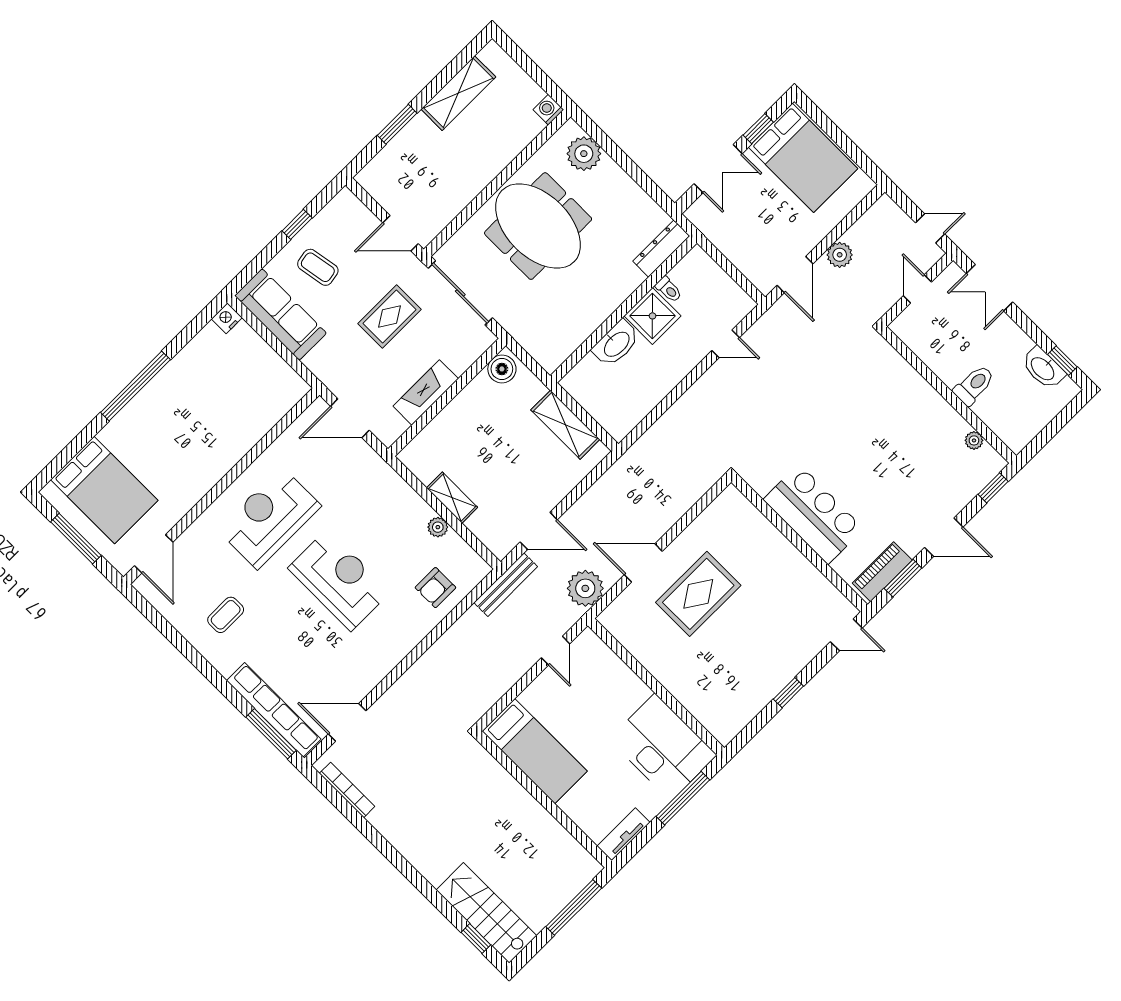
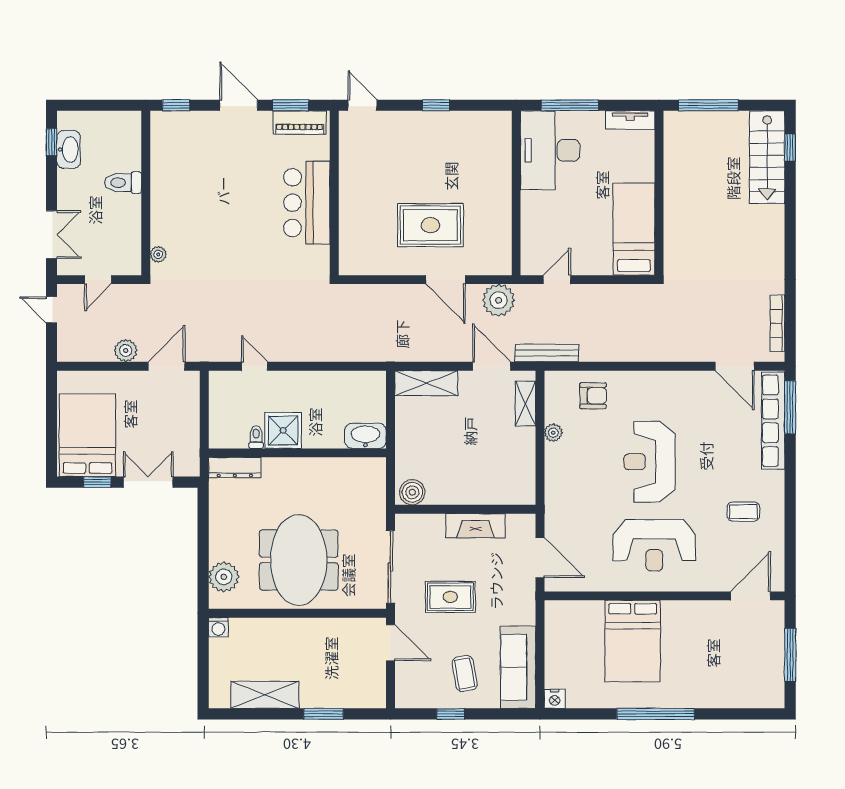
washbasin: (616, 344) -> (365, 436), moved
shelving: (565, 425) -> (426, 383), moved, turned 90
plant: (974, 440) -> (158, 254), moved
bed: (104, 490) -> (633, 641), moved, turned 180
shelving: (452, 498) -> (526, 404), moved

